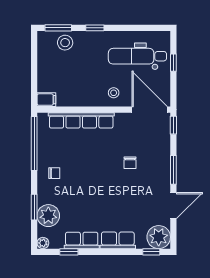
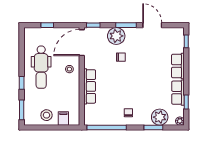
stool: (65, 43) -> (46, 115), moved
dental chair: (137, 56) -> (41, 67), moved
filing cabinet: (46, 100) -> (63, 118), moved
row of seats: (81, 120) -> (90, 86), width x0.73
plant: (159, 237) -> (116, 36), moved

